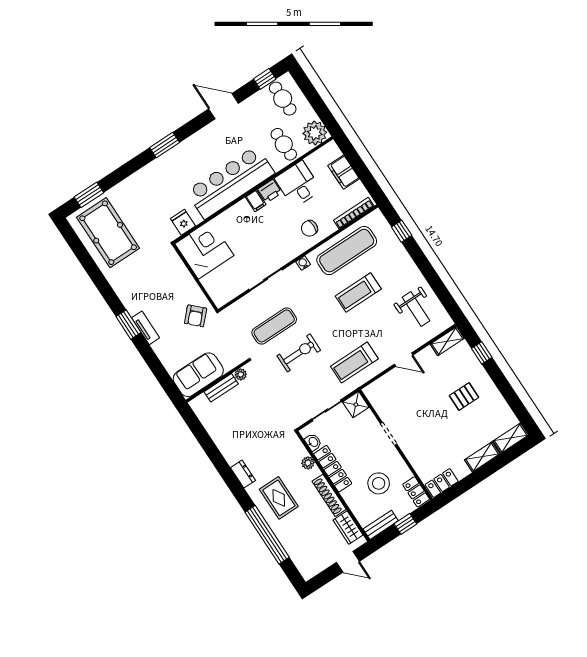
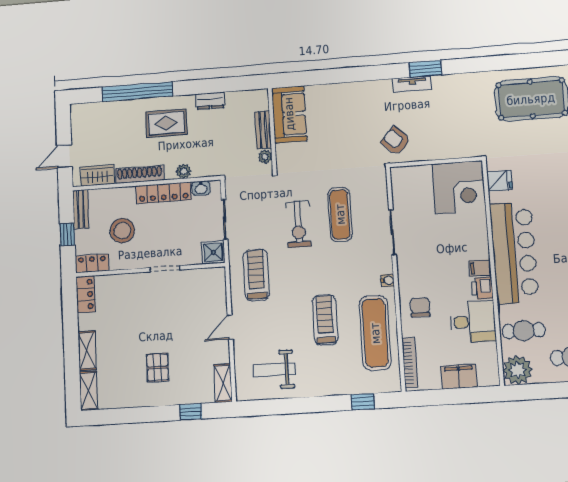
plant: (241, 374) -> (265, 157), moved
sofa: (198, 375) -> (289, 114), moved
wall: (217, 381) -> (272, 130), moved
bench: (221, 388) -> (263, 130), moved

